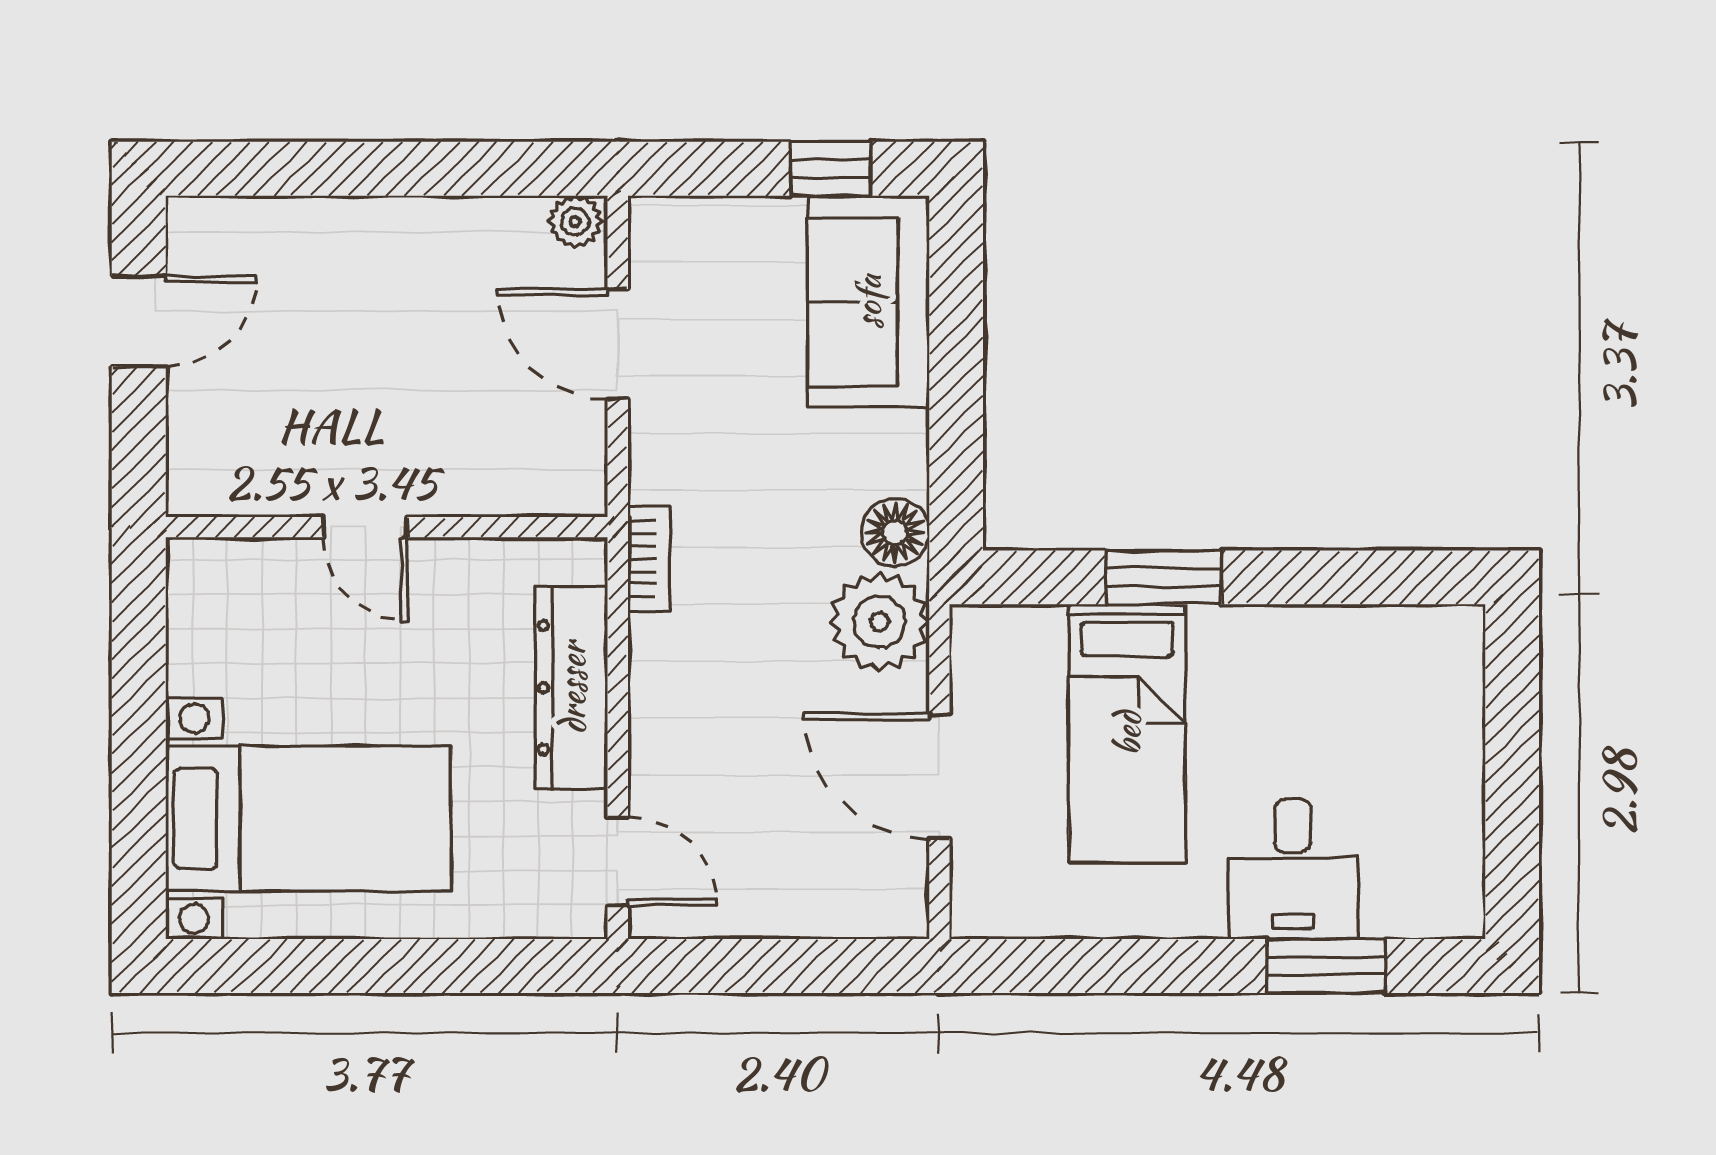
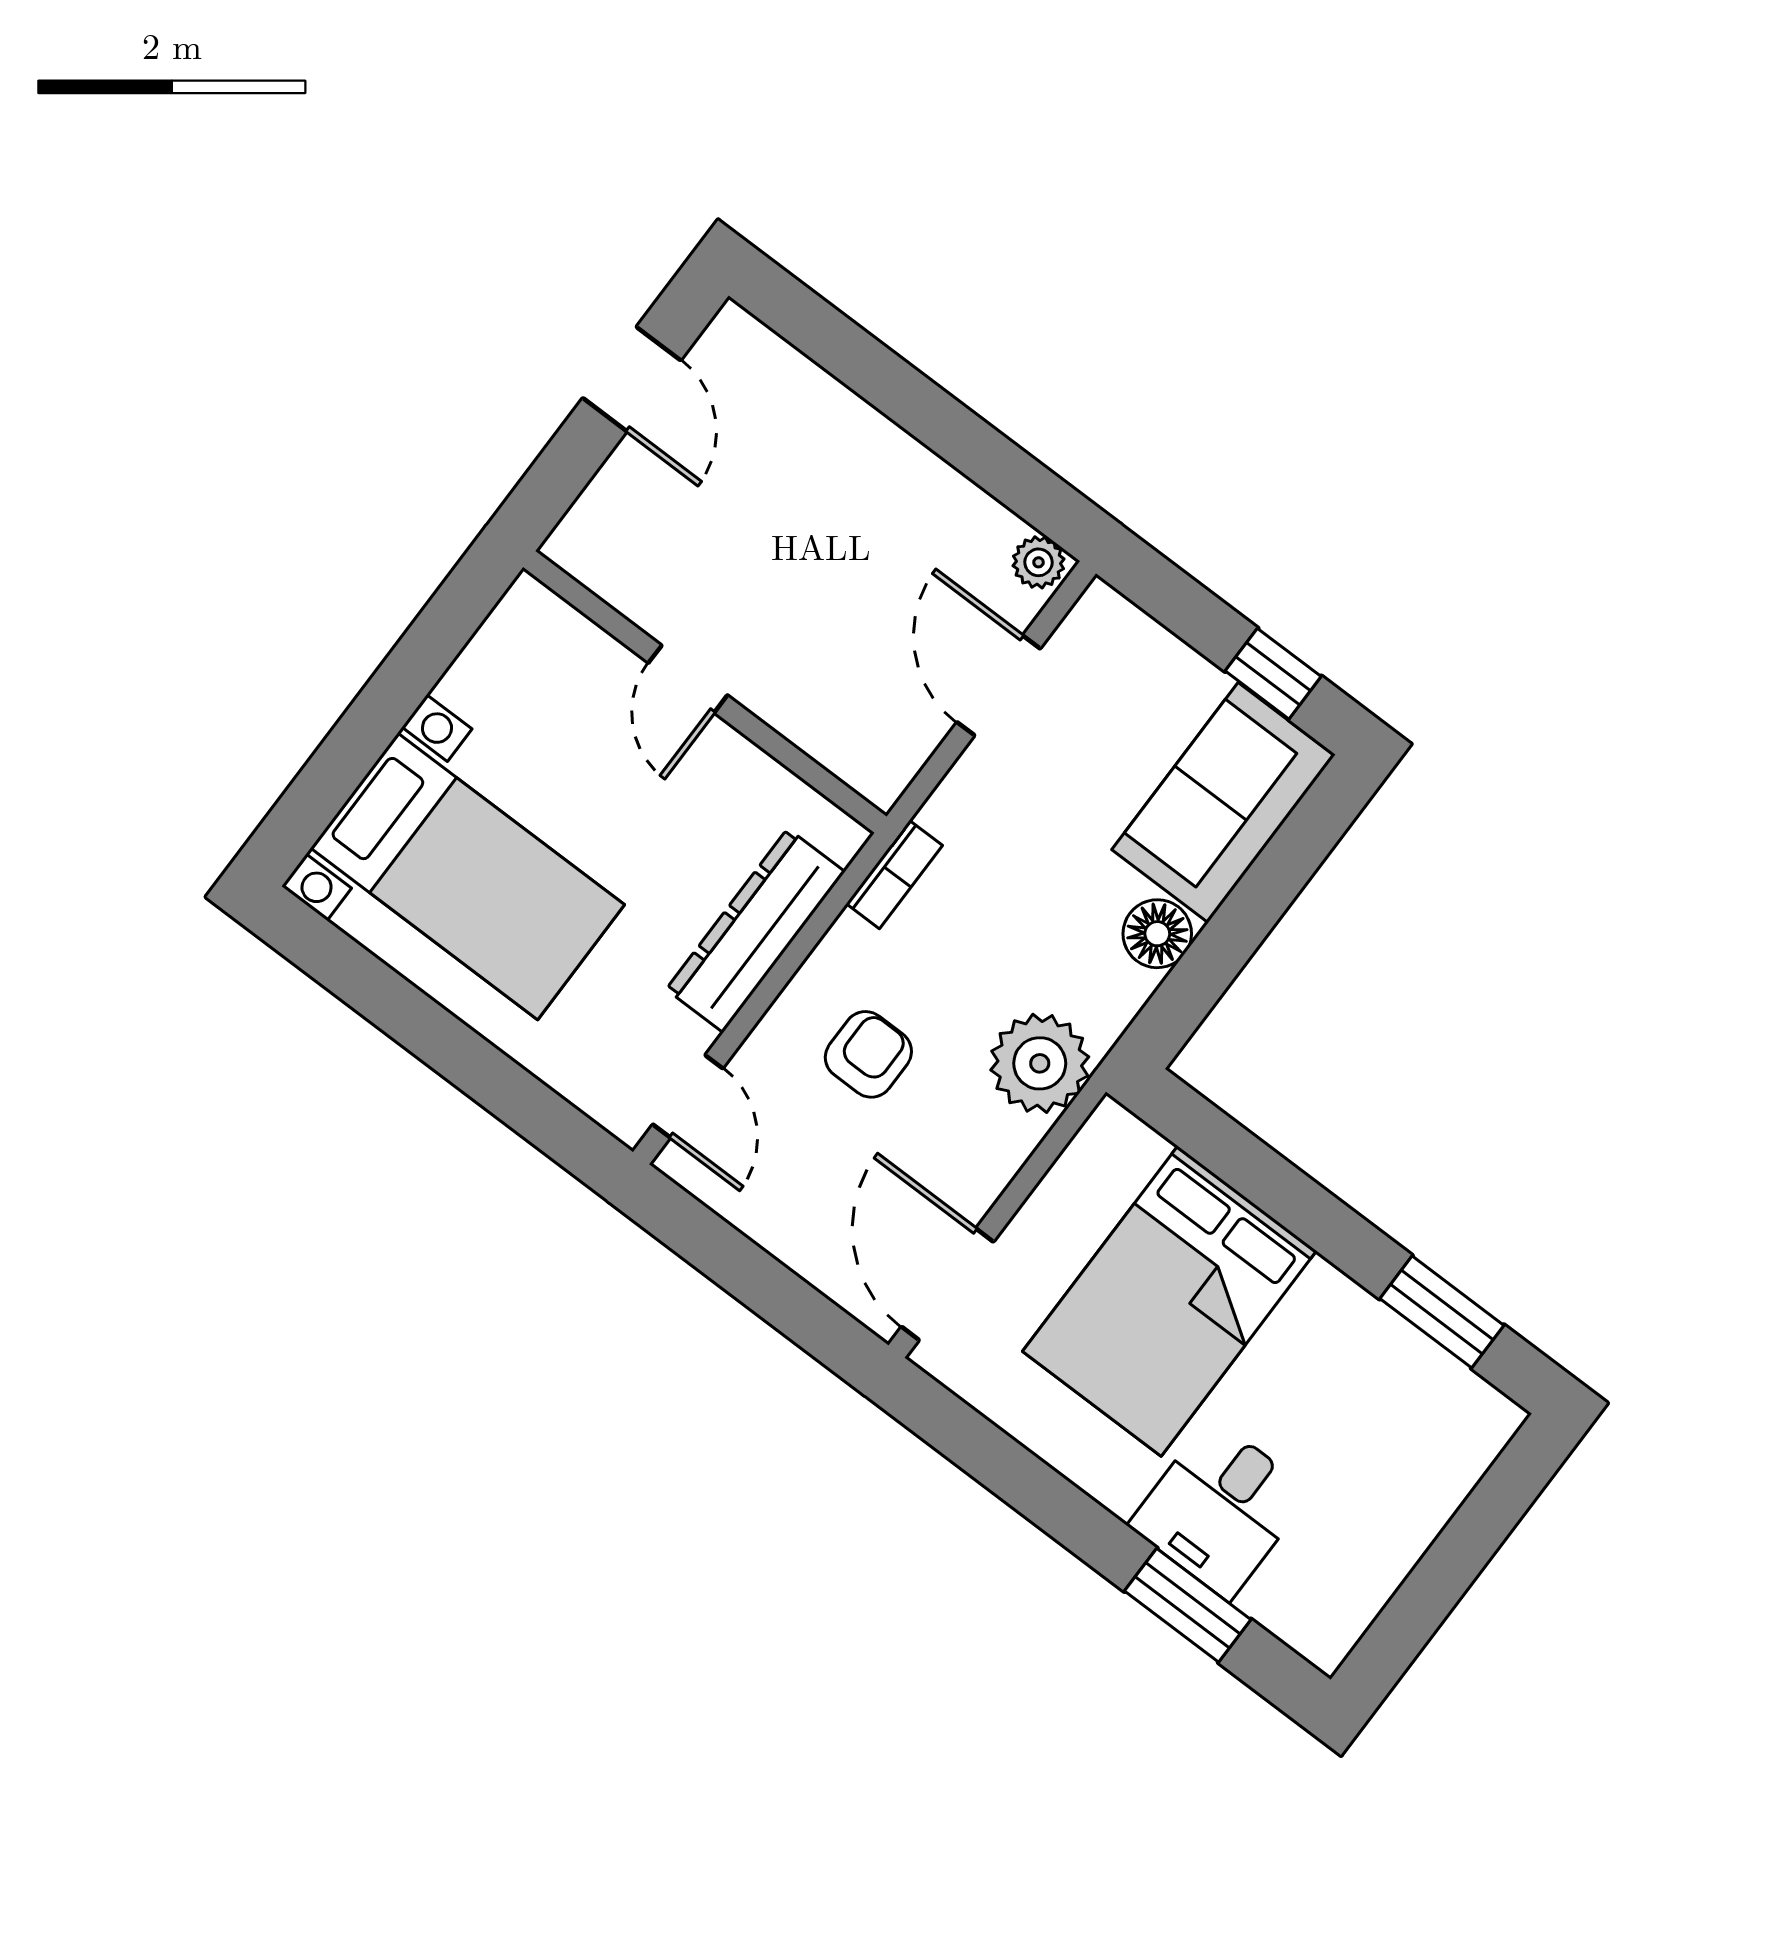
door: (139, 321) -> (632, 379), hinge flipped
floor lamp: (895, 532) -> (1157, 934), moved
window: (1164, 577) -> (1442, 1312), moved
armchair: (737, 718) -> (868, 1054), added
bed: (1127, 734) -> (1169, 1301), width x1.50
door: (939, 776) -> (948, 1284), moved

